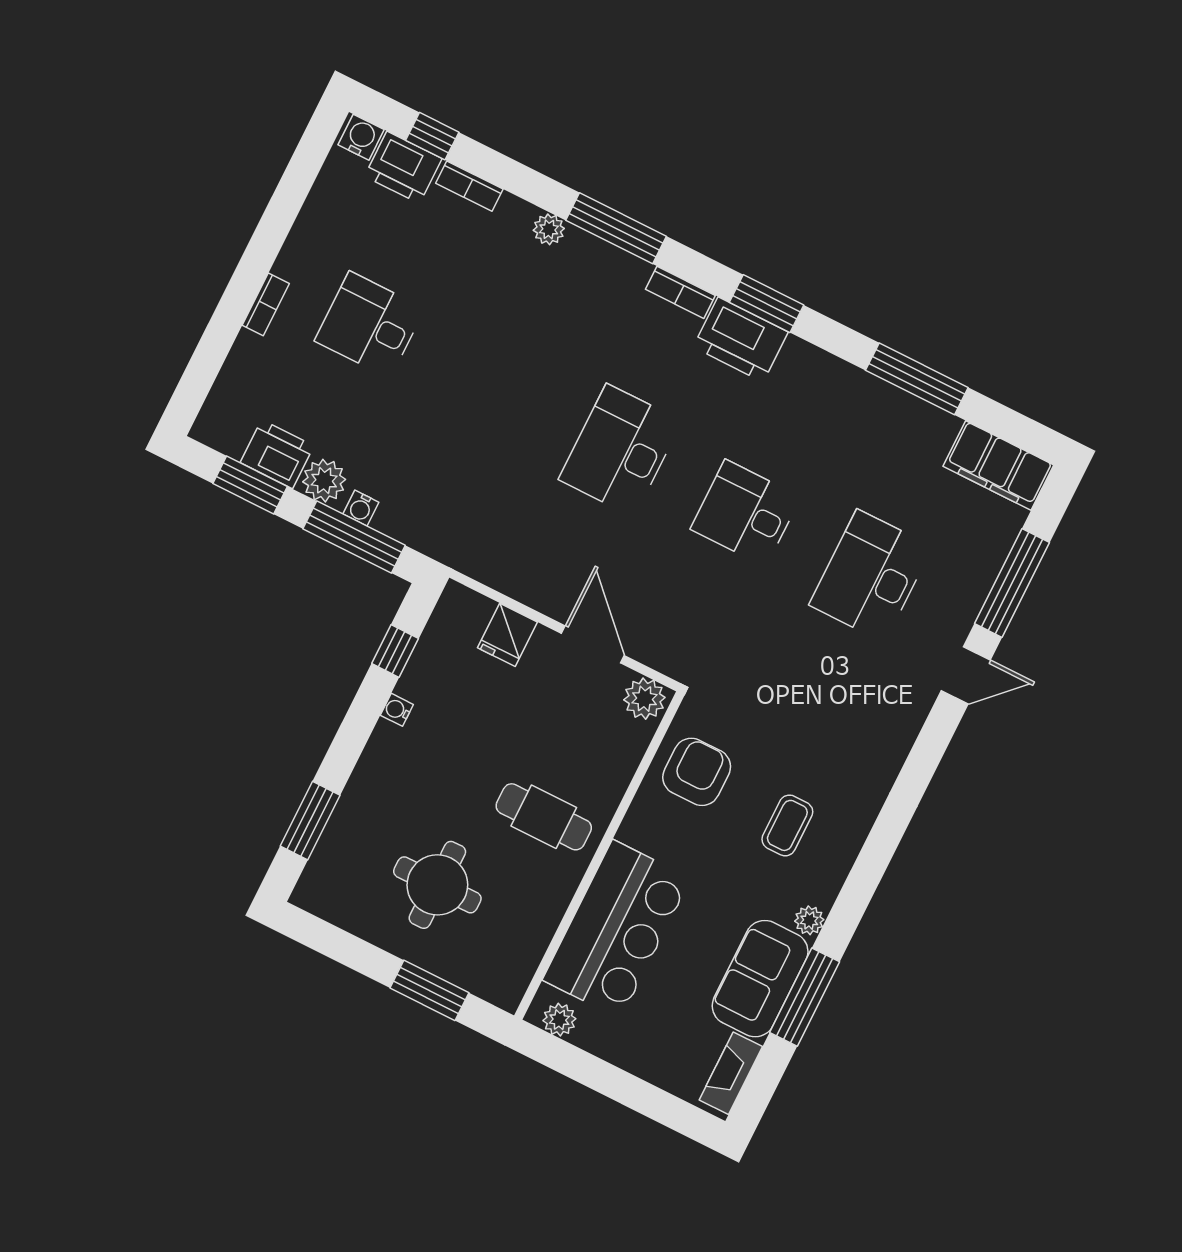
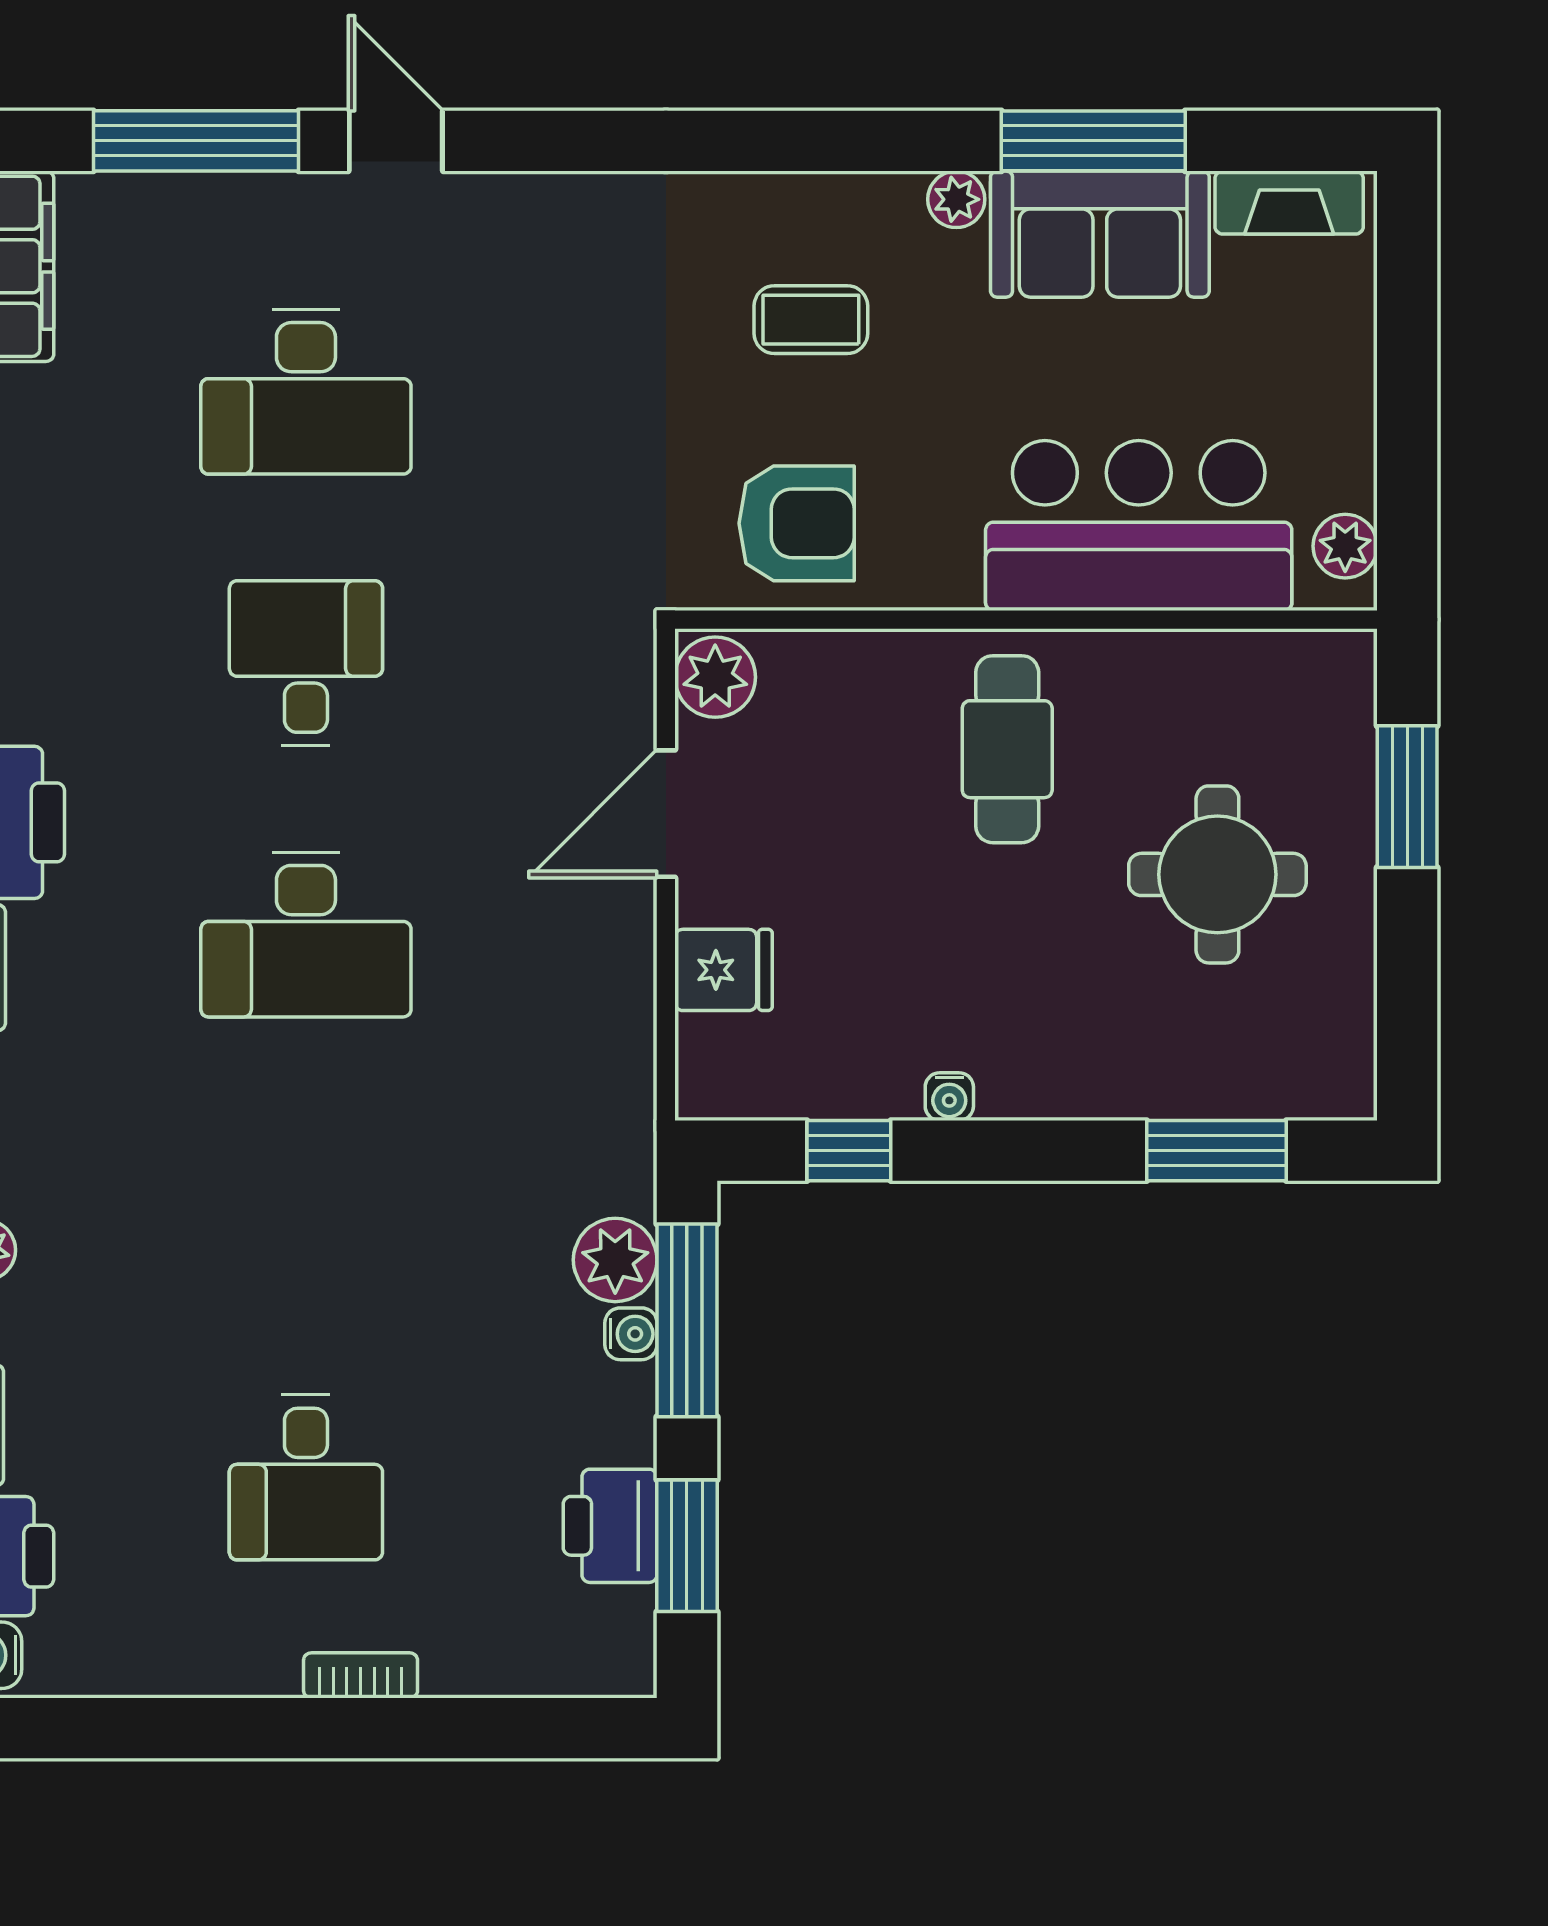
plant: (324, 481) -> (615, 1260), moved
desk: (746, 513) -> (306, 663), turned 180
armchair: (697, 772) -> (797, 523), turned 180

